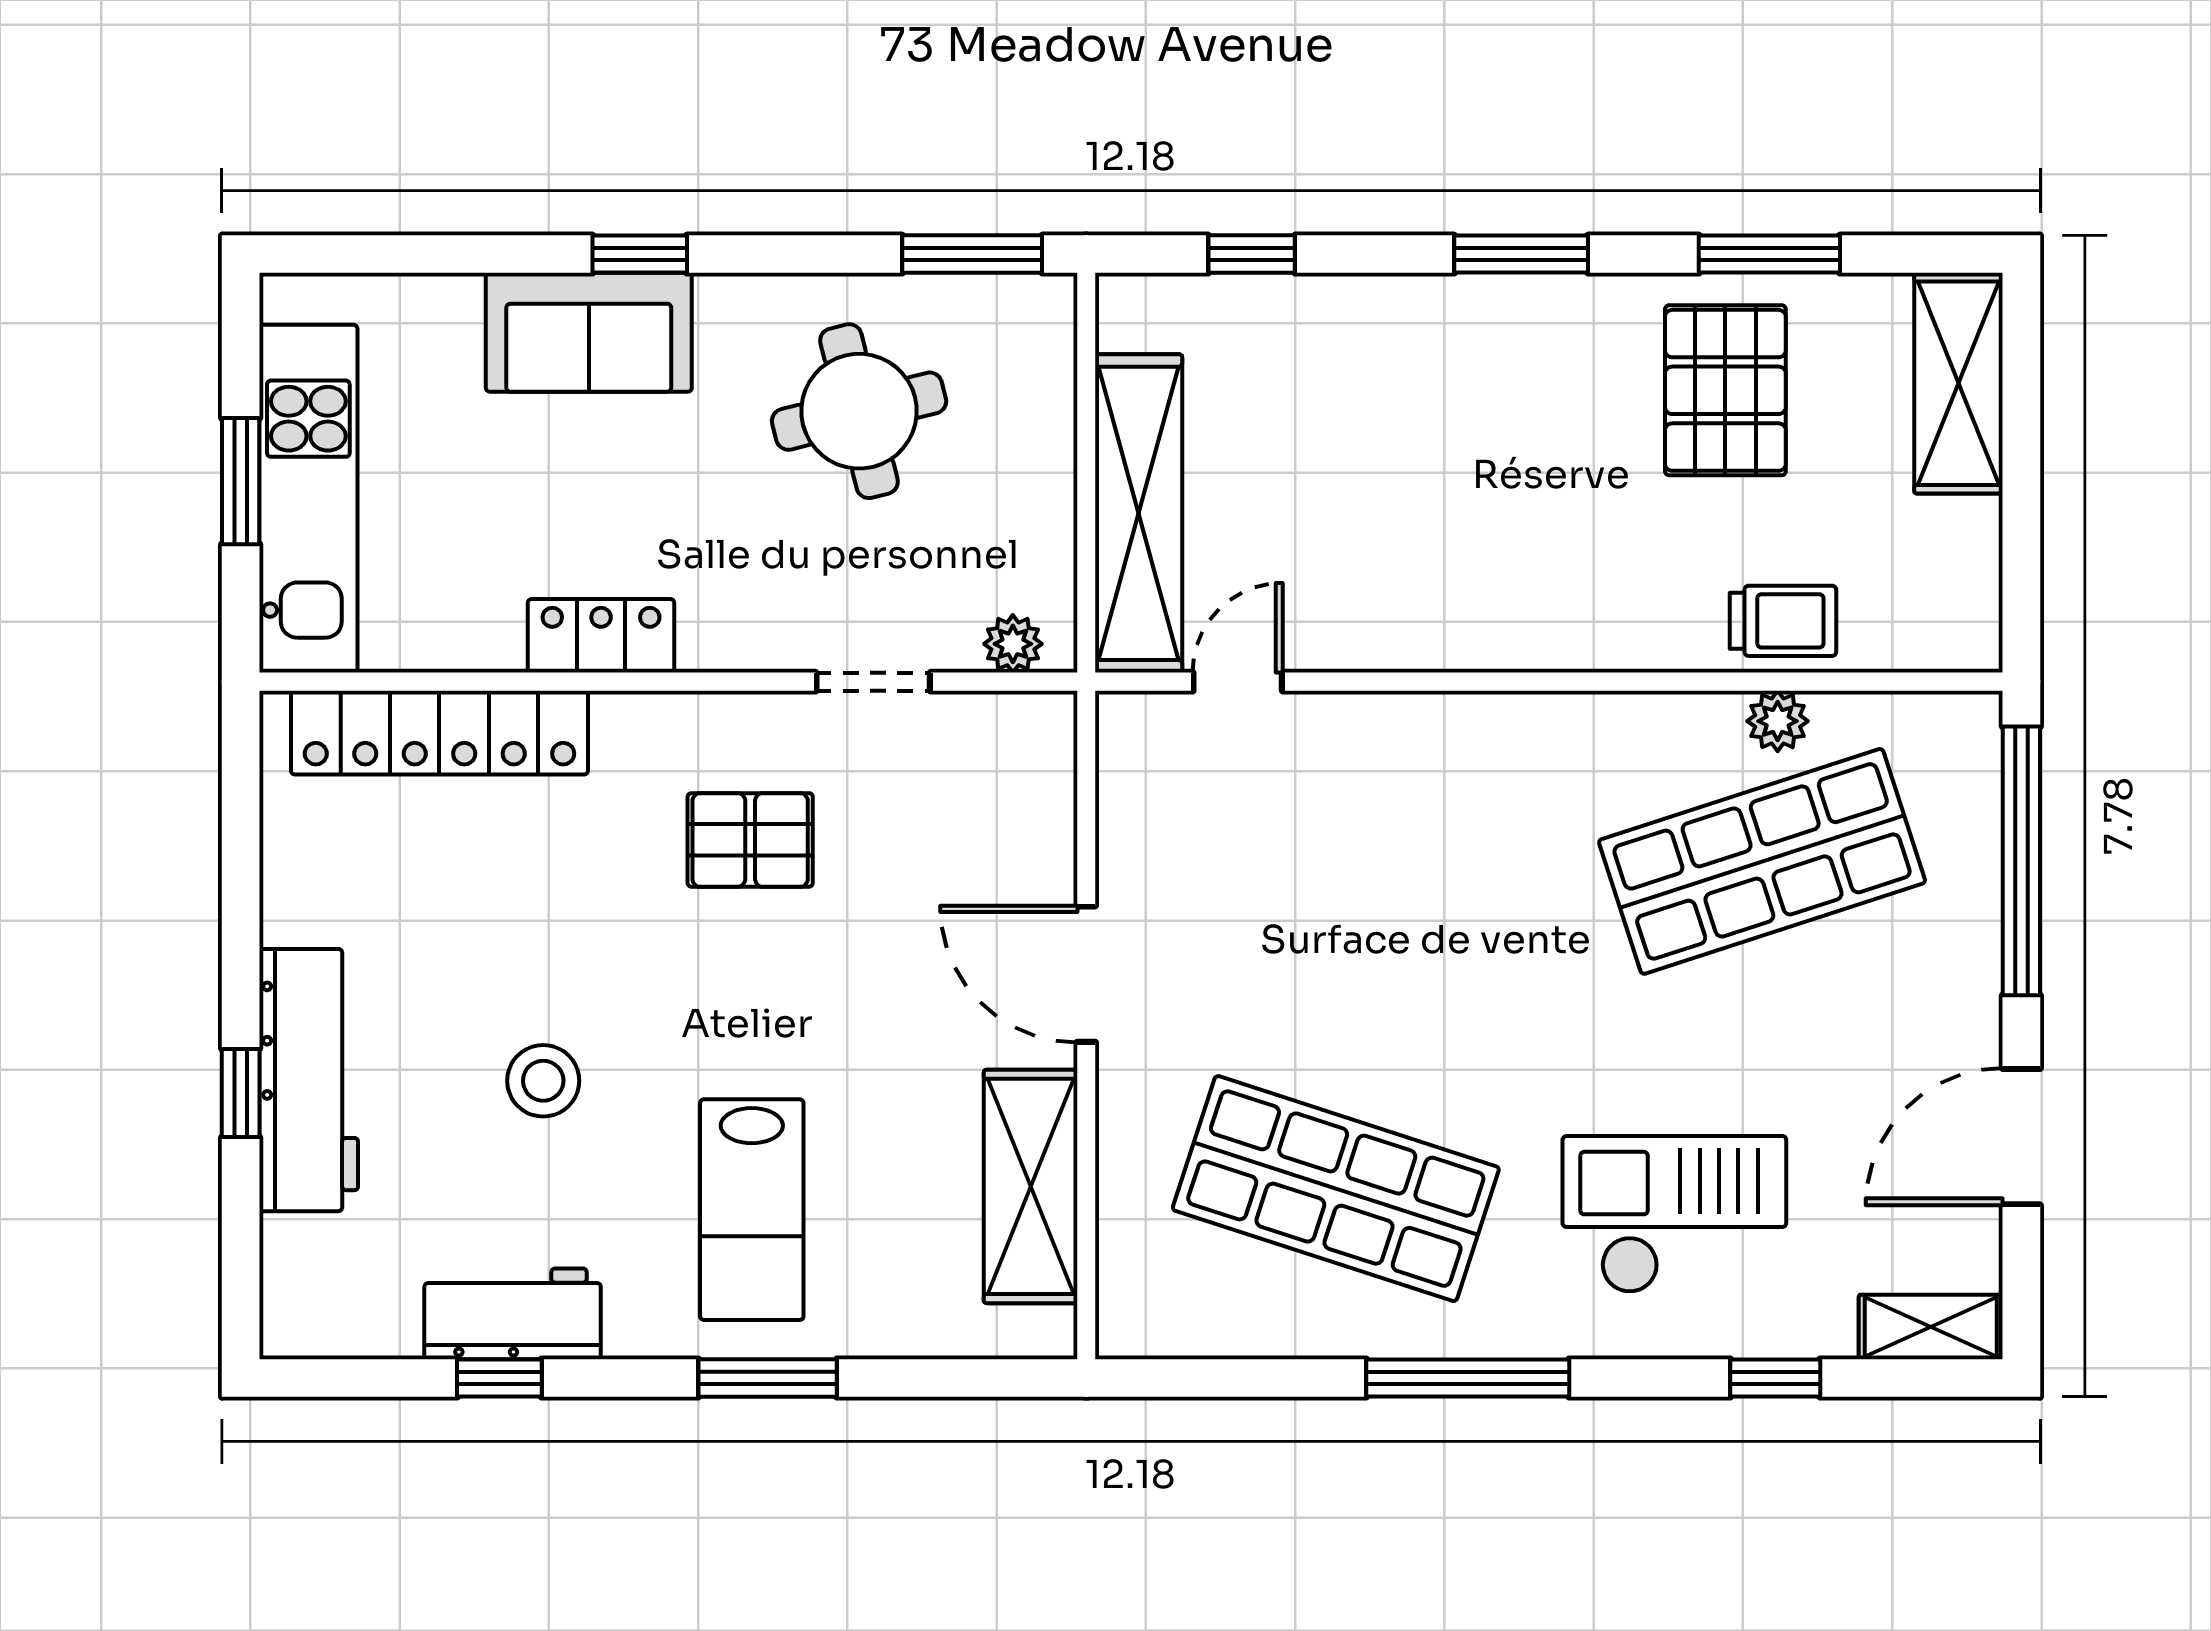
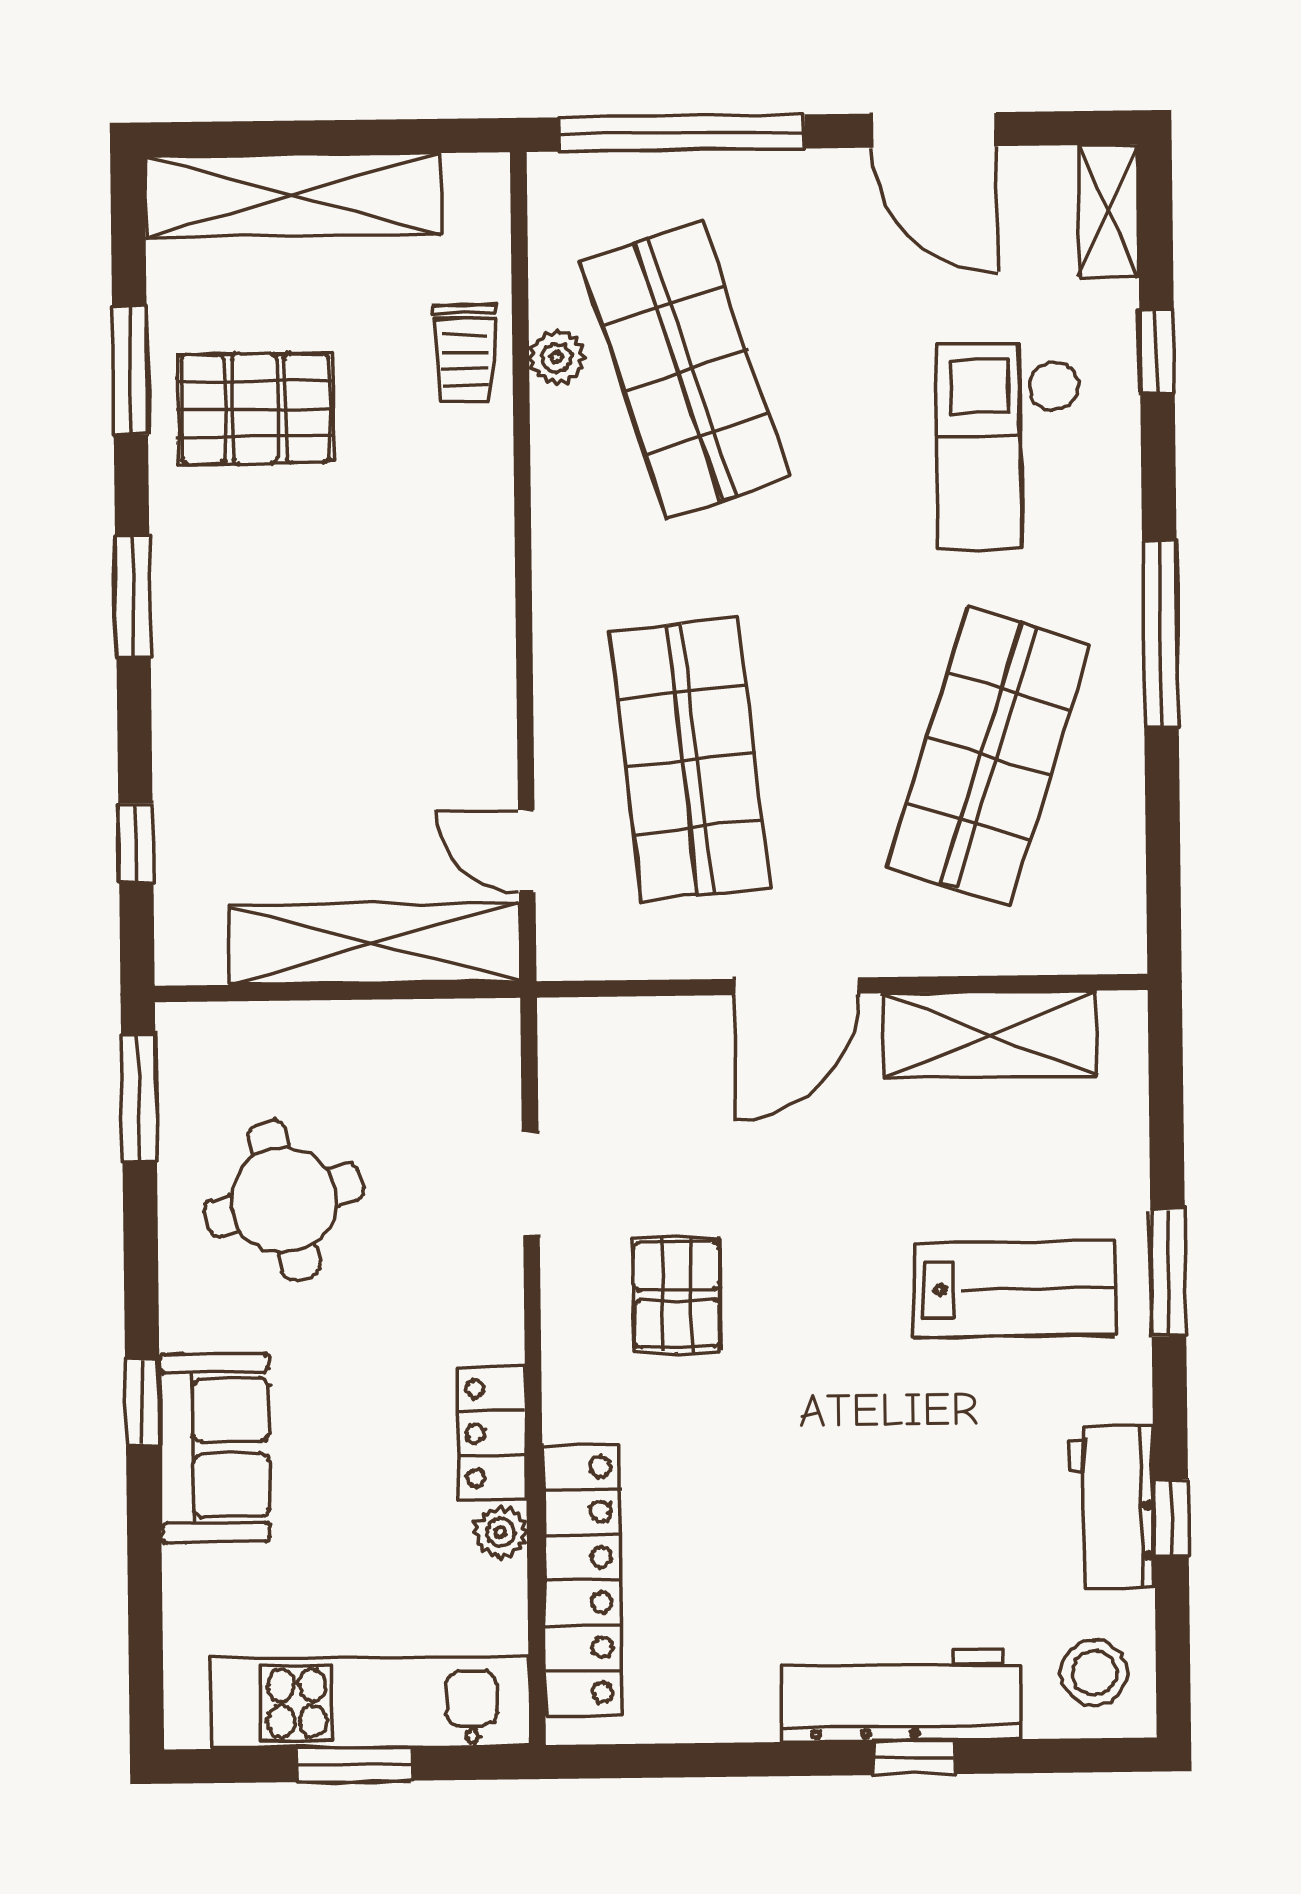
shelving: (1958, 383) -> (293, 195), width x1.47
trolley: (1783, 621) -> (465, 354), turned 180
plant: (1013, 644) -> (500, 1532), moved
shop shelf: (1336, 861) -> (690, 759), added
stool: (543, 1081) -> (1094, 1673), moved

